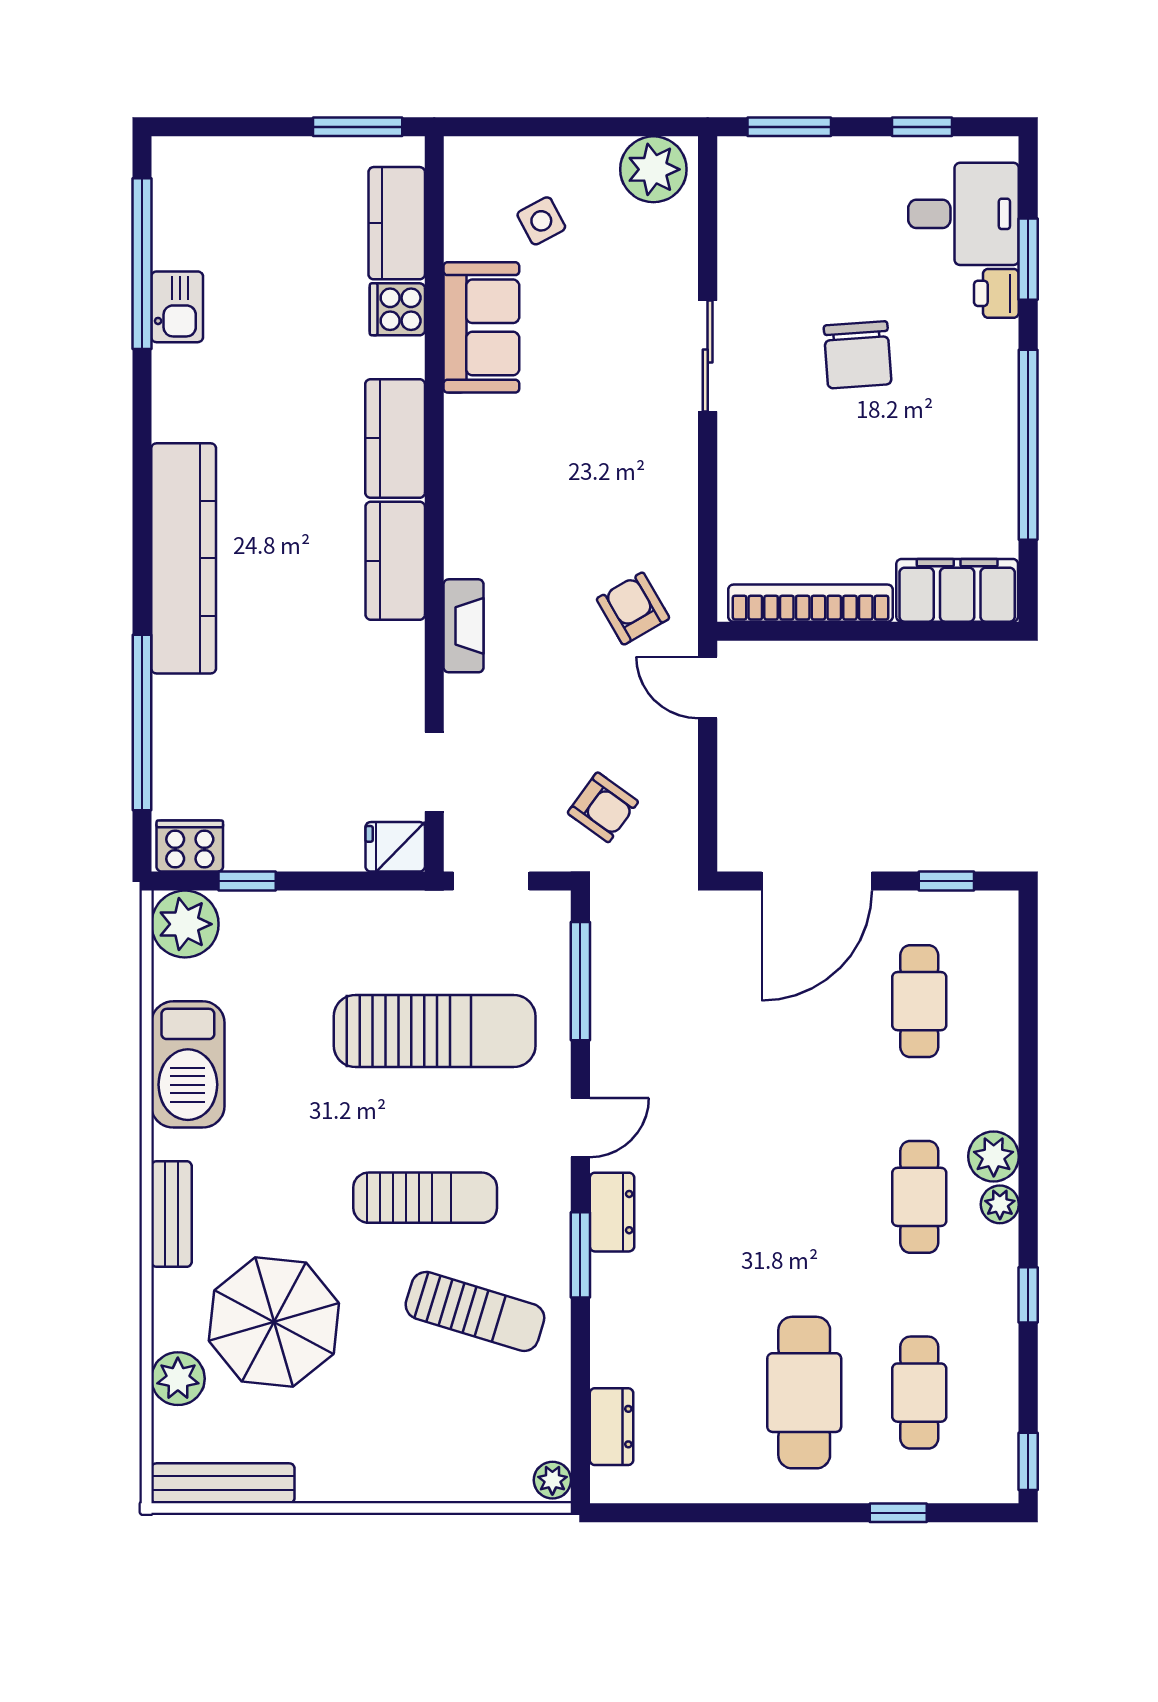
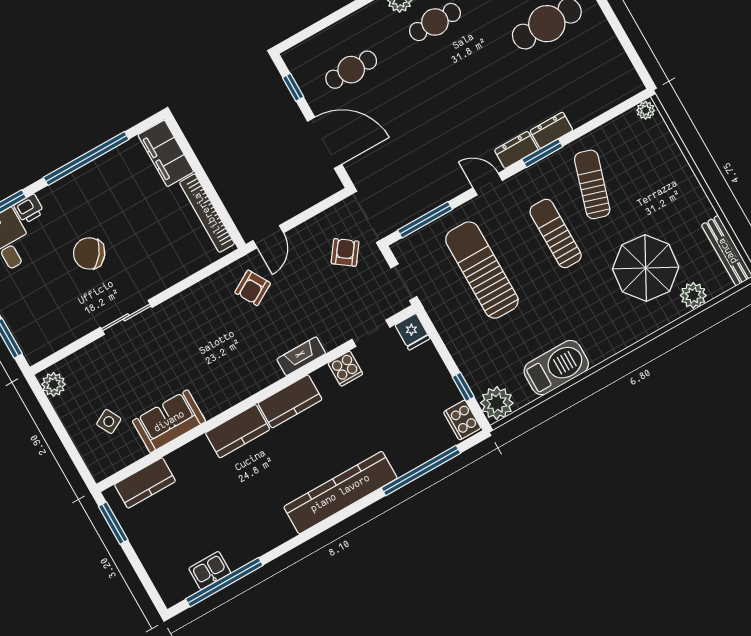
plant: (653, 169) -> (53, 384), width x0.73, depth x0.73
kitchen sink: (177, 307) -> (210, 571), moved
cooker: (397, 309) -> (345, 369), moved
chair: (858, 355) -> (89, 253), turned -139
bench: (172, 1214) -> (624, 338), removed
dresser: (611, 1427) -> (551, 130), moved

